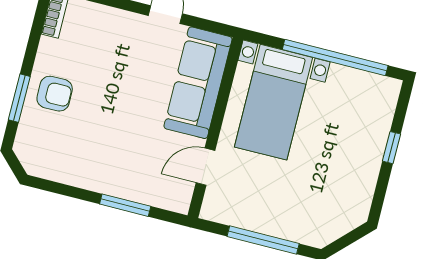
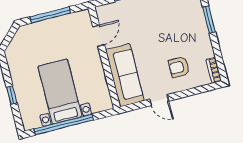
armchair: (55, 94) -> (179, 67), moved
bed with nightstands: (274, 102) -> (60, 92), moved

